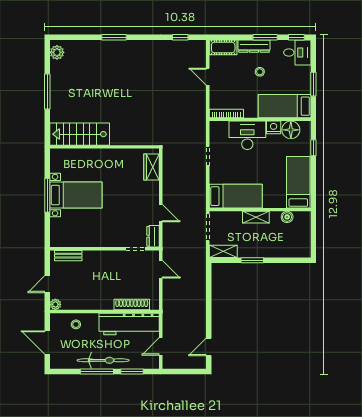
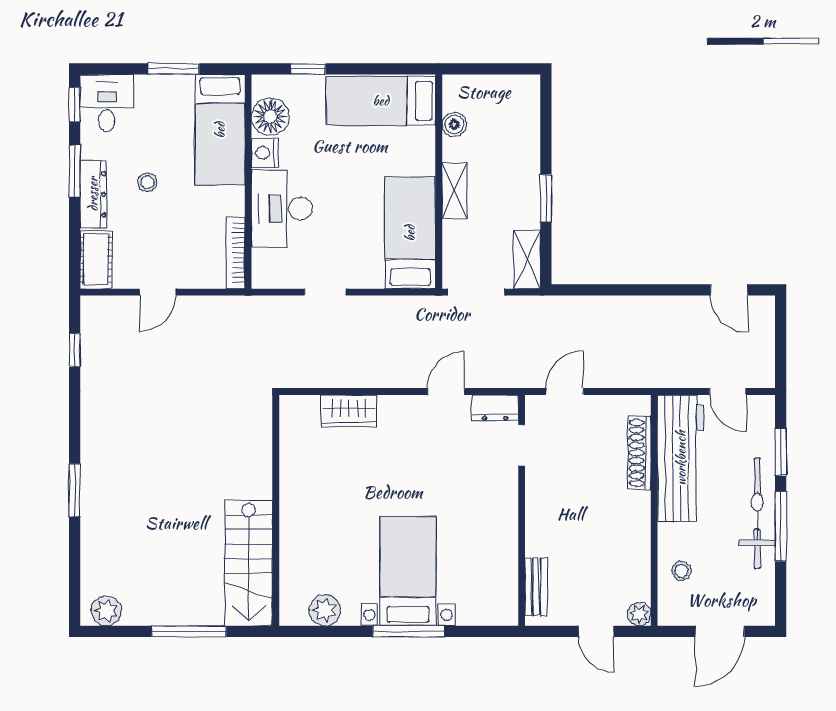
stairs: (80, 134) -> (249, 563), moved
wall: (105, 147) -> (276, 510), moved
plant: (57, 156) -> (325, 610), added

